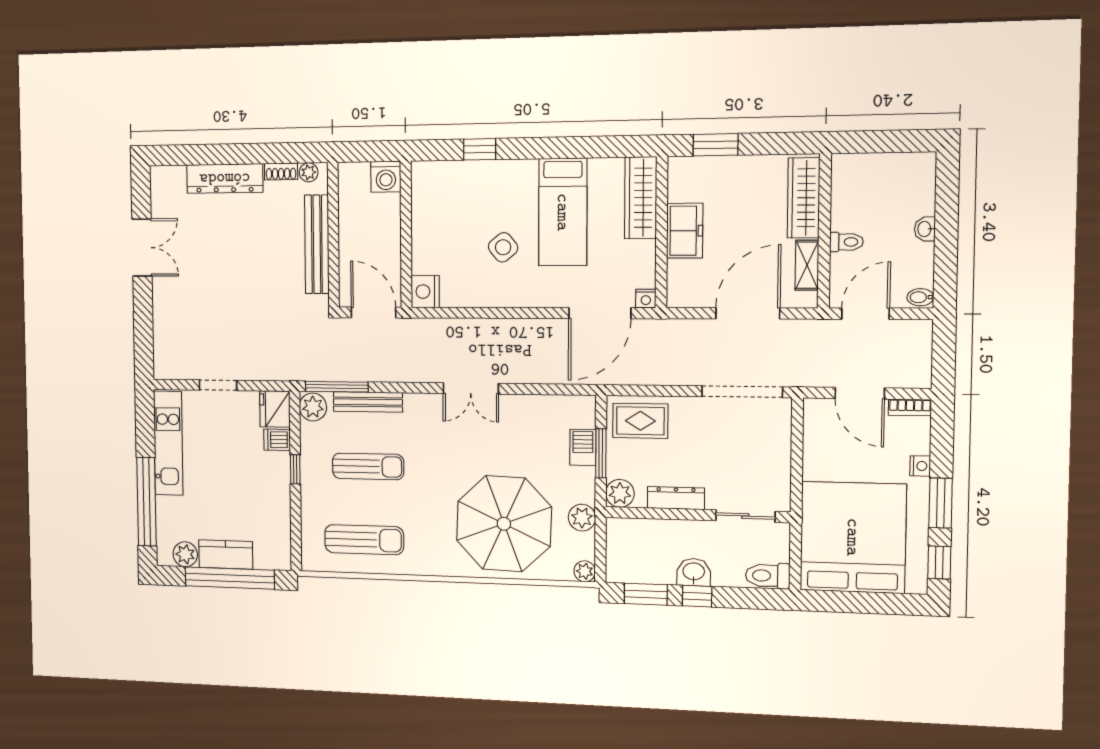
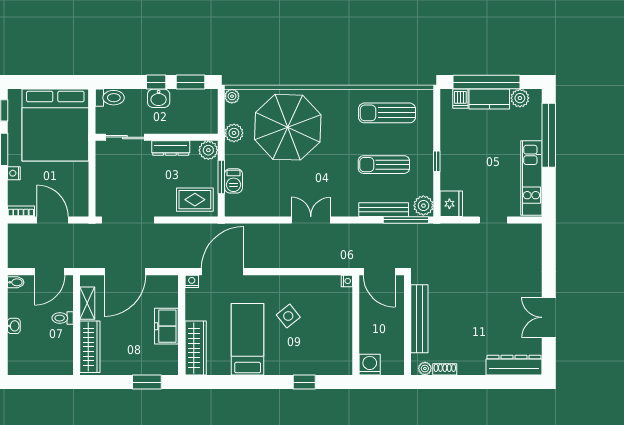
dresser: (225, 179) -> (514, 365), moved
nightstand: (425, 292) -> (347, 281), width x0.53, depth x0.56
dishwasher: (277, 440) -> (460, 99), moved, turned 90

